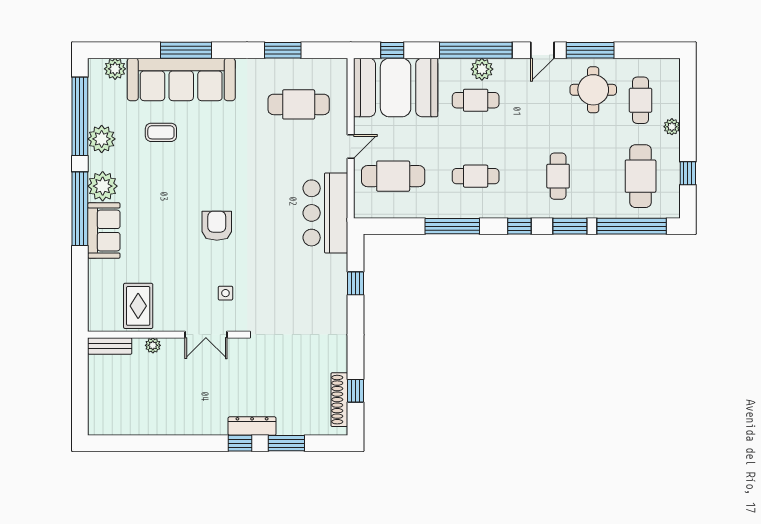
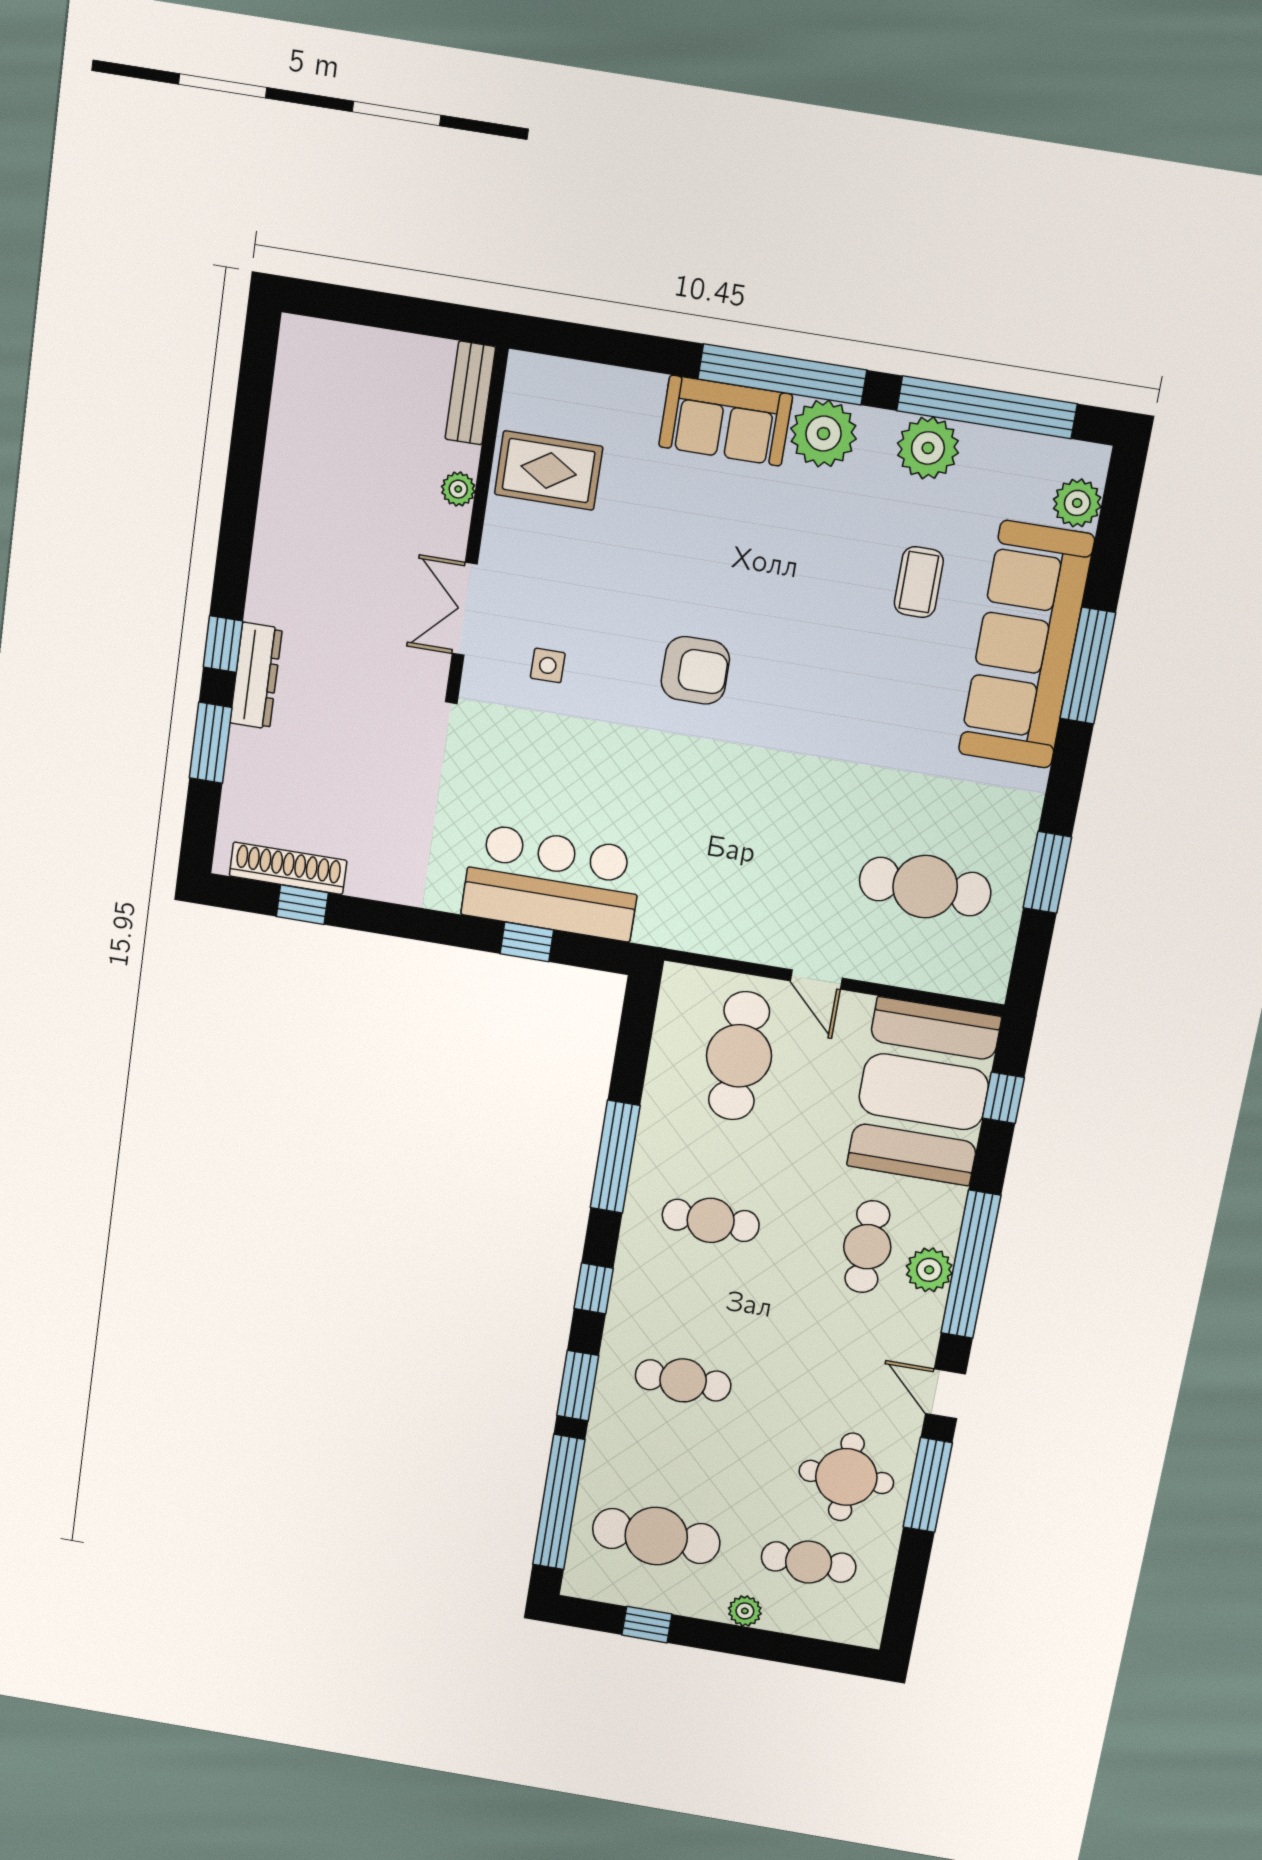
cafe table: (299, 104) -> (925, 887), turned 90
cafe table: (476, 176) -> (711, 1220), turned 90
bar counter: (325, 213) -> (552, 882), moved

